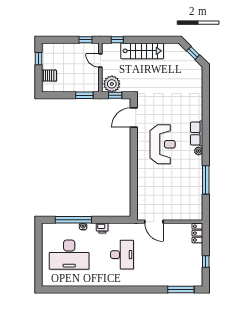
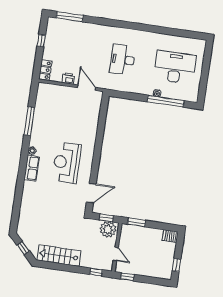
stairs: (142, 51) -> (59, 255), moved
server rack: (49, 76) -> (170, 236), moved
printer: (102, 228) -> (68, 78), moved

